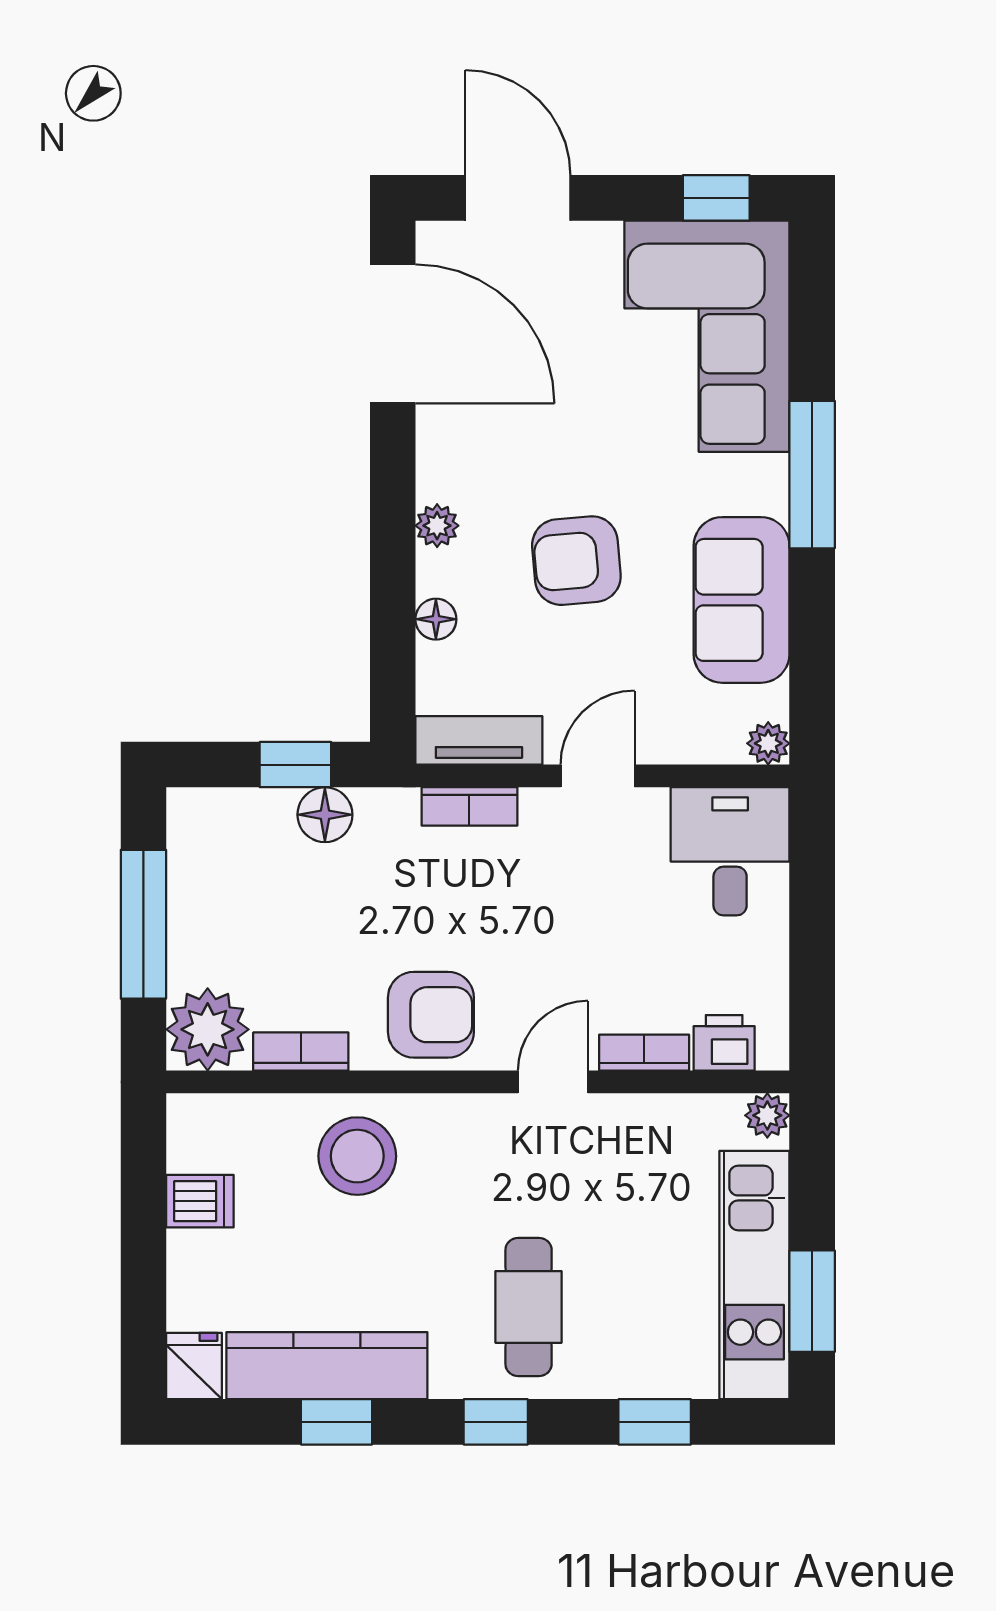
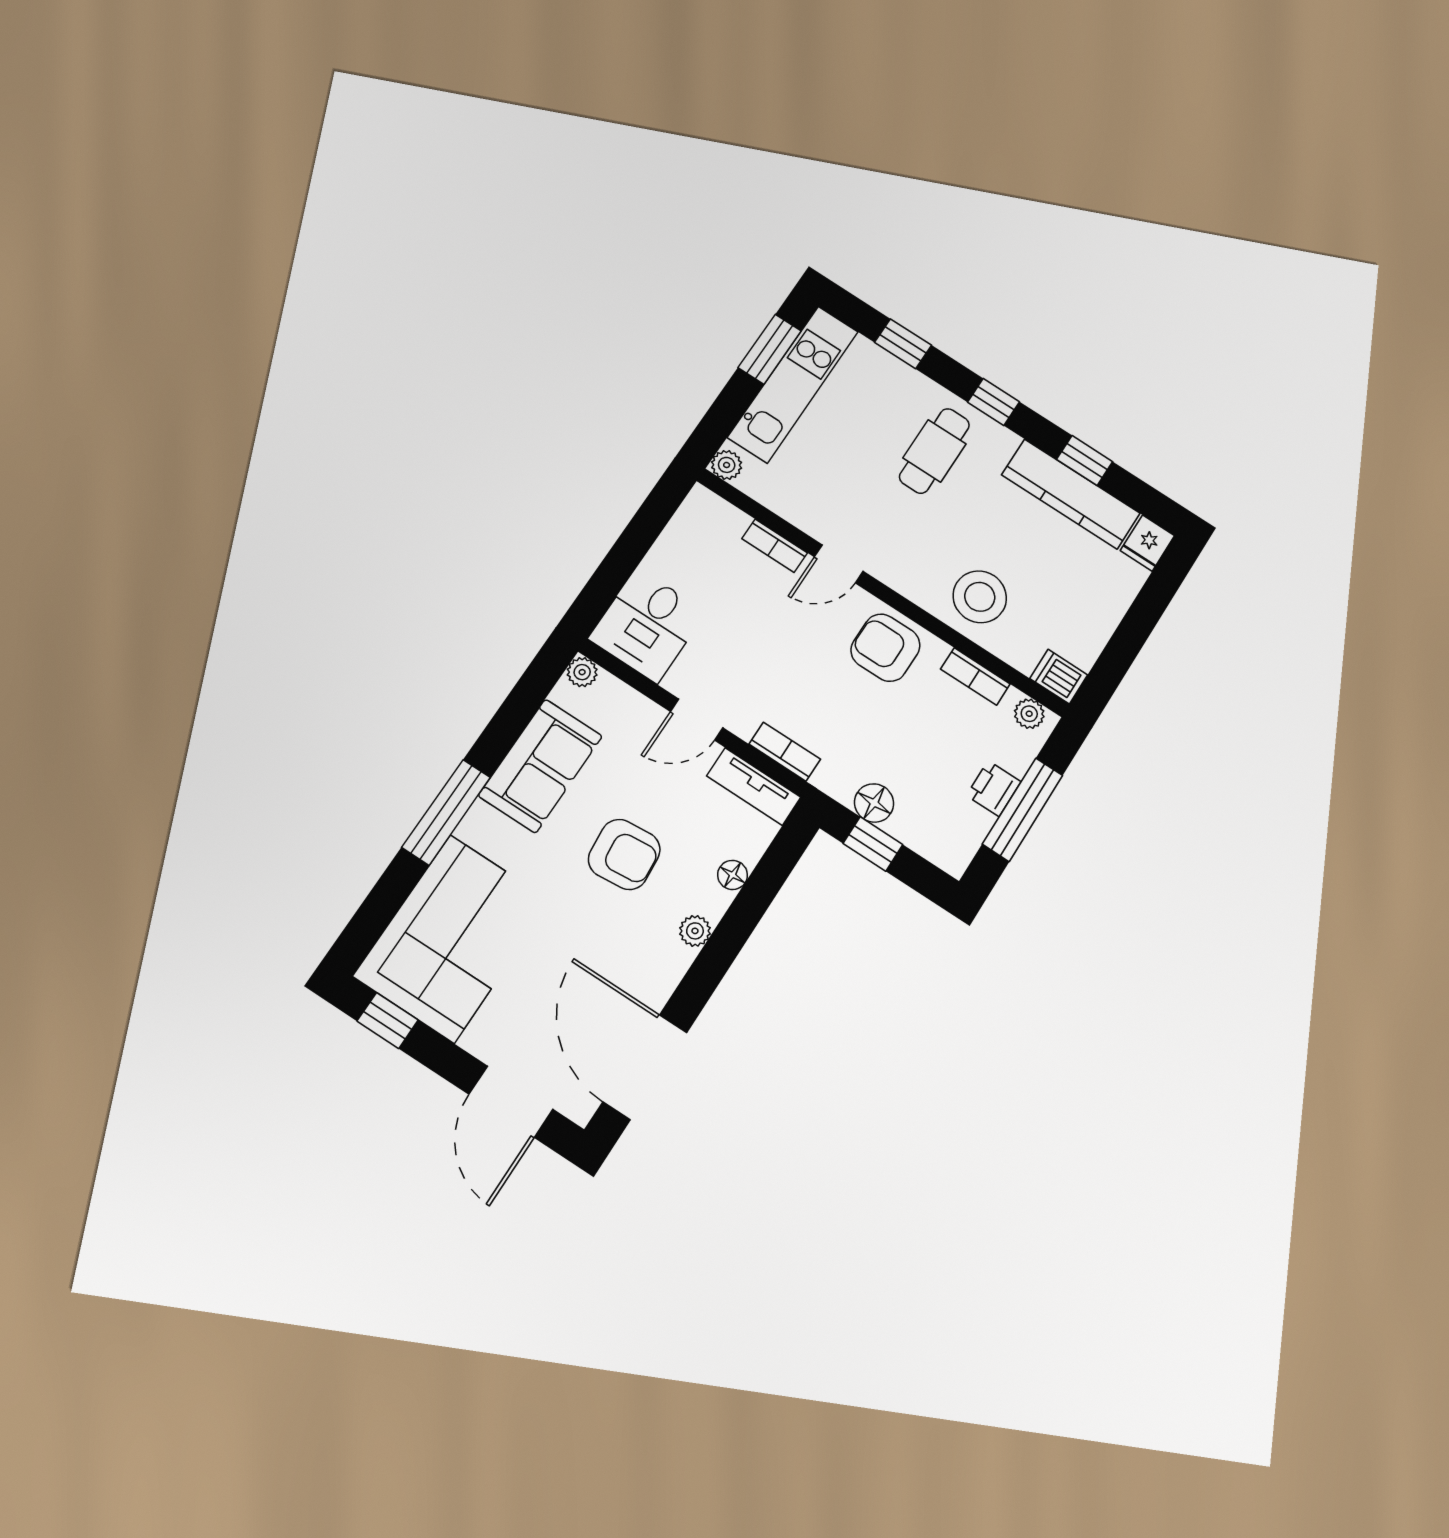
plant: (208, 1029) -> (1029, 714), width x0.53, depth x0.53
printer: (724, 1043) -> (994, 789), moved, turned 90
dishwasher: (200, 1201) -> (1059, 677), moved

